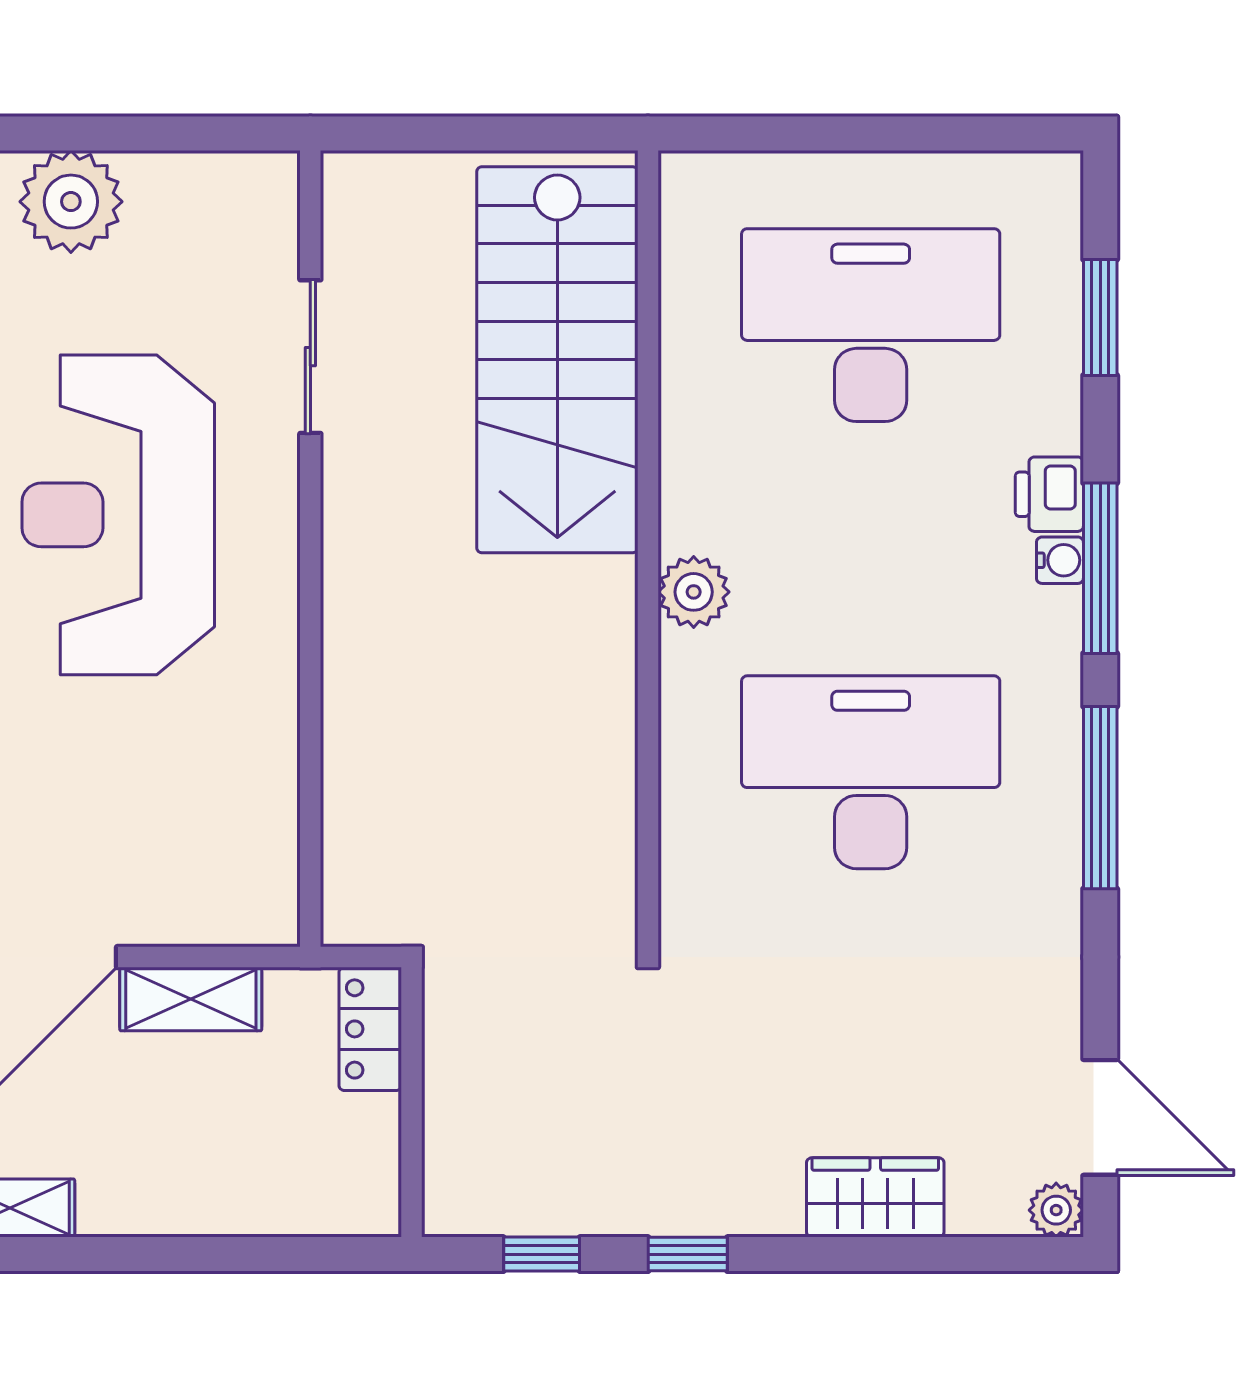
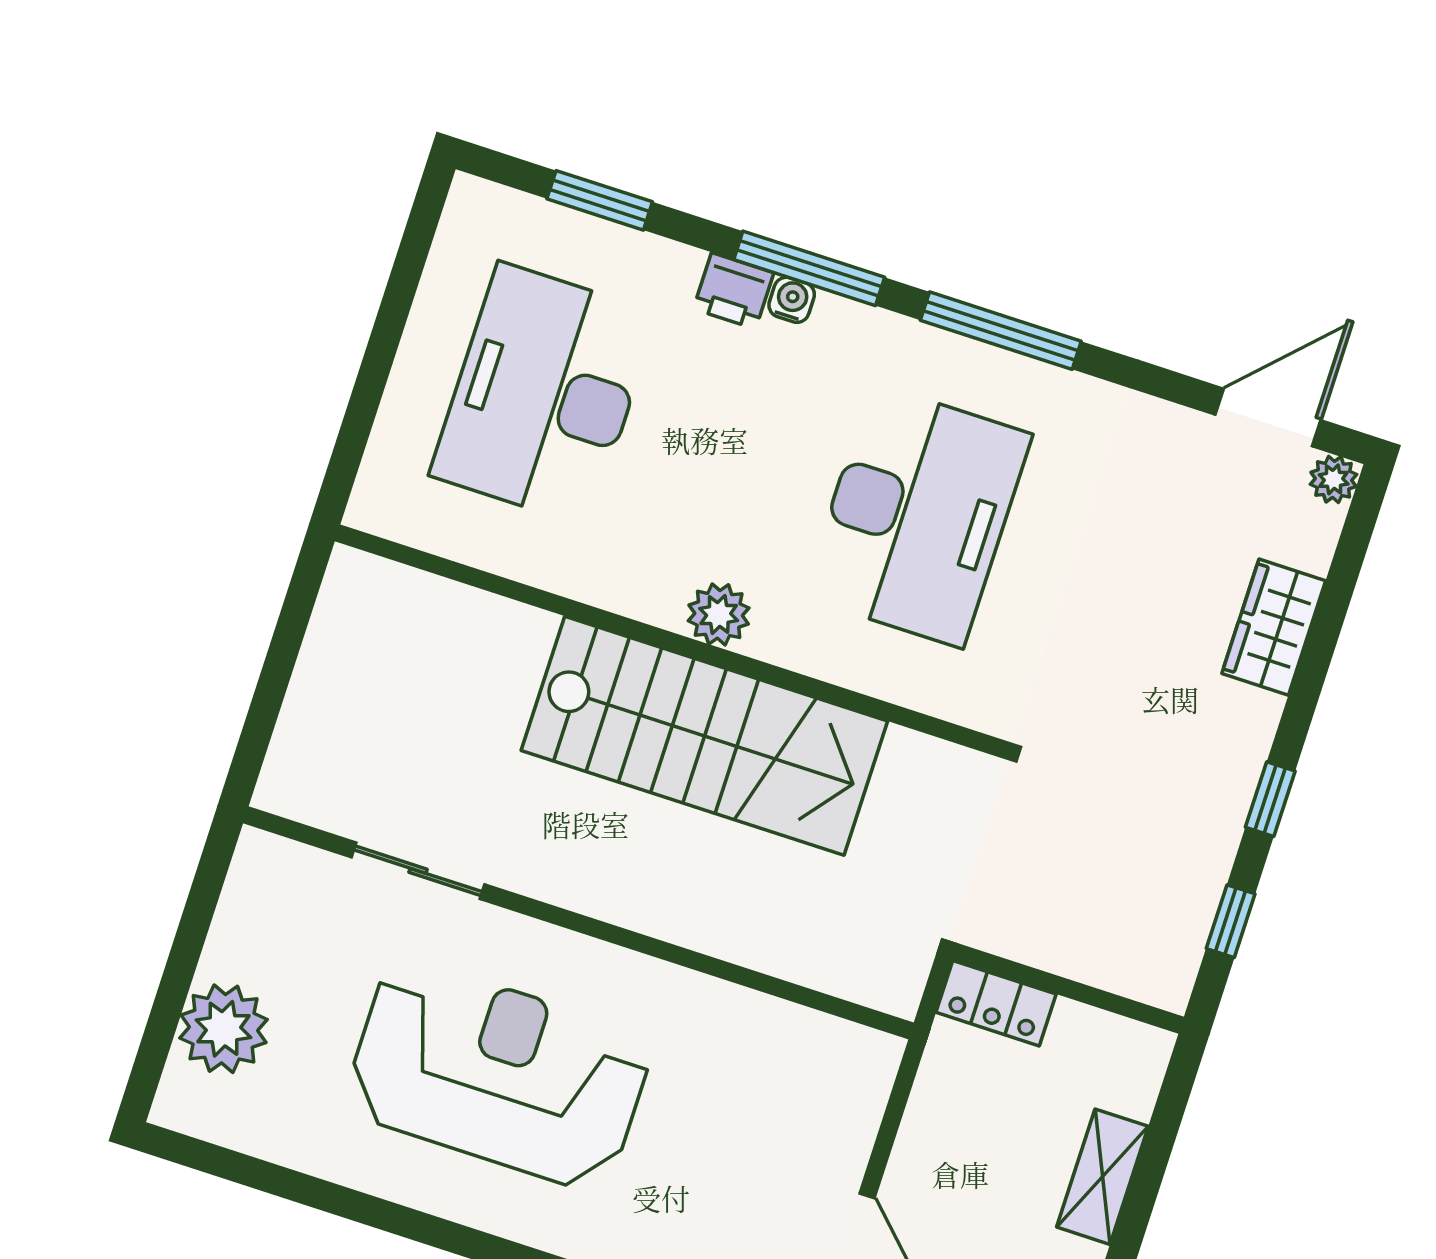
stairs: (557, 360) -> (704, 736), moved
reception desk: (118, 515) -> (498, 1074), turned 180
desk: (871, 772) -> (917, 516), turned 180
shelving: (191, 999) -> (1103, 1177), moved

